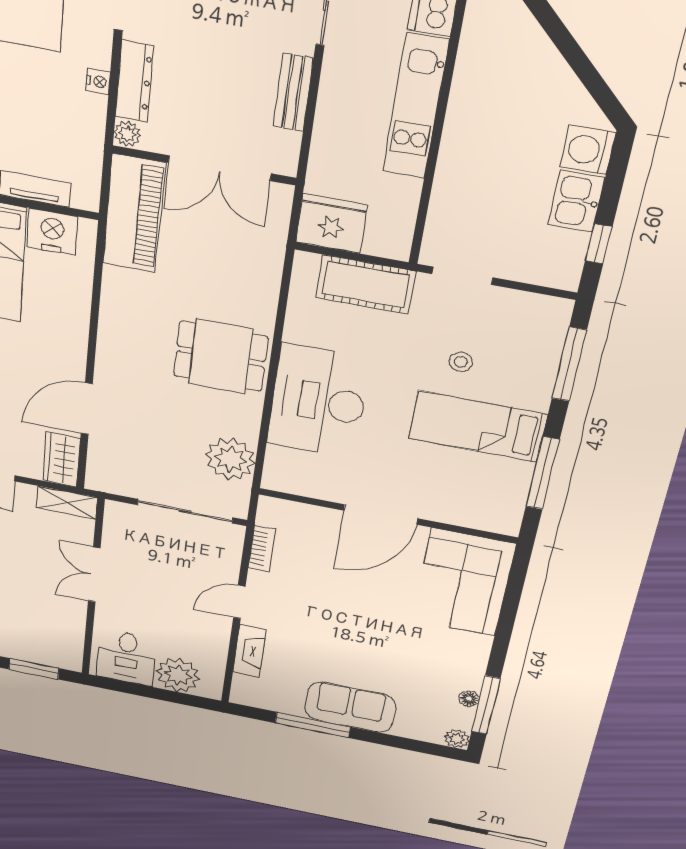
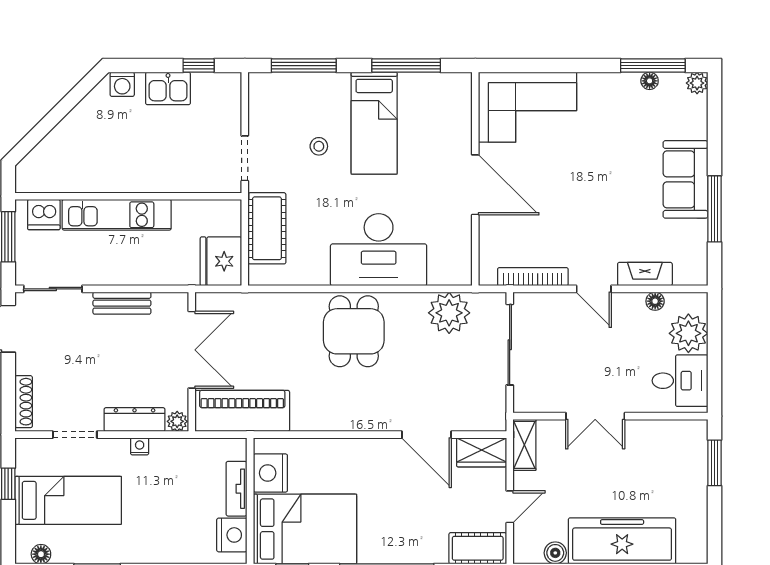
washing machine: (588, 150) -> (122, 84), width x0.73, depth x0.73
bookcase: (262, 549) -> (533, 277), width x1.56
floor lamp: (218, 654) -> (655, 301), added

